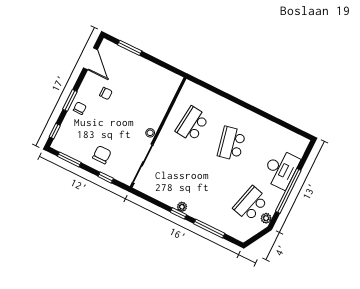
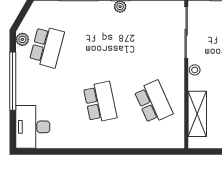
shelving: (164, 99) -> (197, 114), added
school desk: (192, 124) -> (153, 102), turned -30
desk: (281, 169) -> (33, 127), moved

